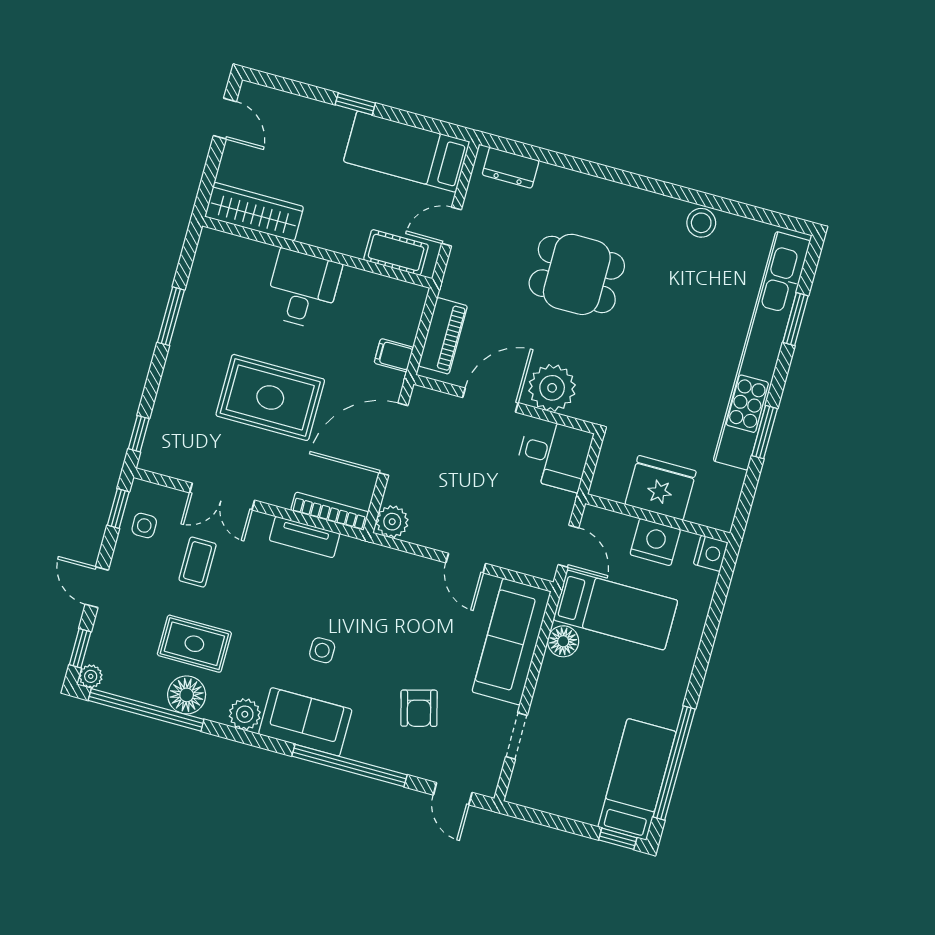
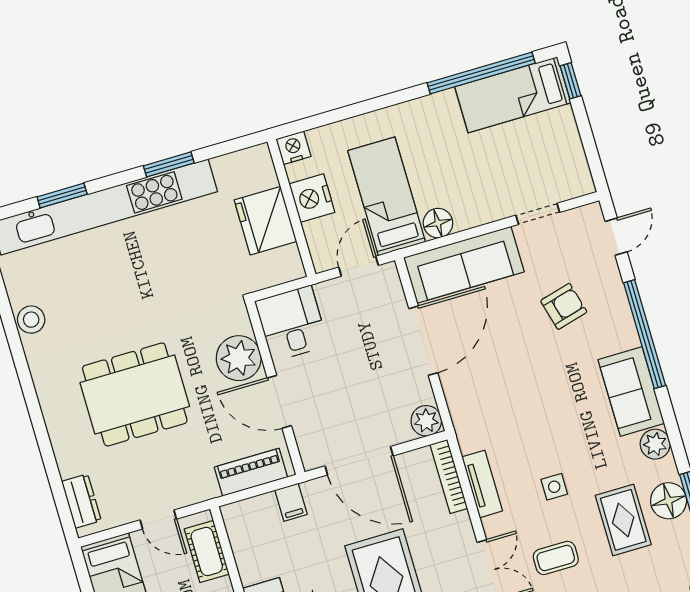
dining table: (577, 274) -> (135, 394), width x1.37
door: (466, 563) -> (423, 341), width x1.88
side table: (322, 650) -> (554, 487), moved

